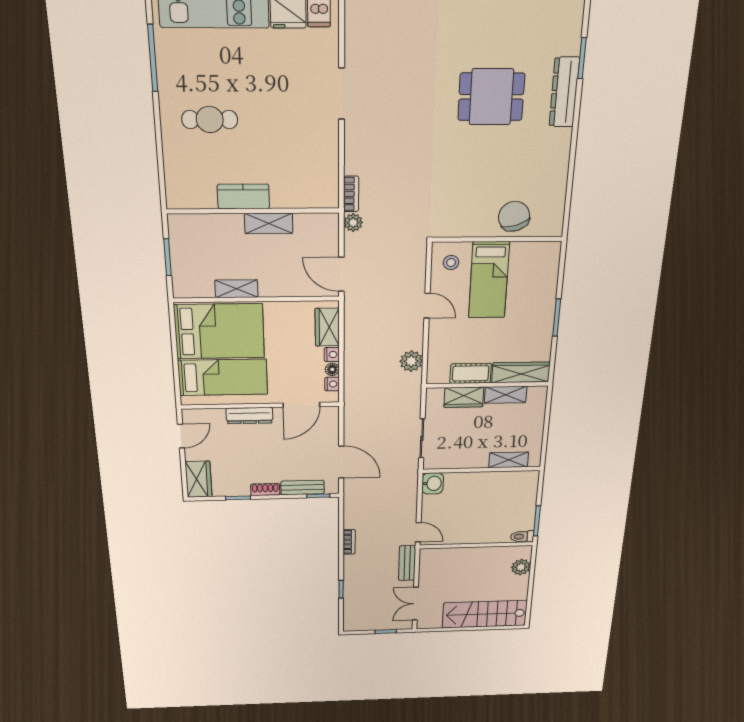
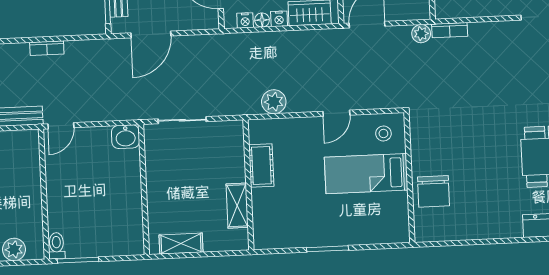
chair: (514, 216) -> (433, 191), turned 107
wardrobe: (521, 372) -> (264, 219), removed
wardrobe: (464, 397) -> (233, 161), removed
shelving: (509, 460) -> (181, 244), moved, turned 90

